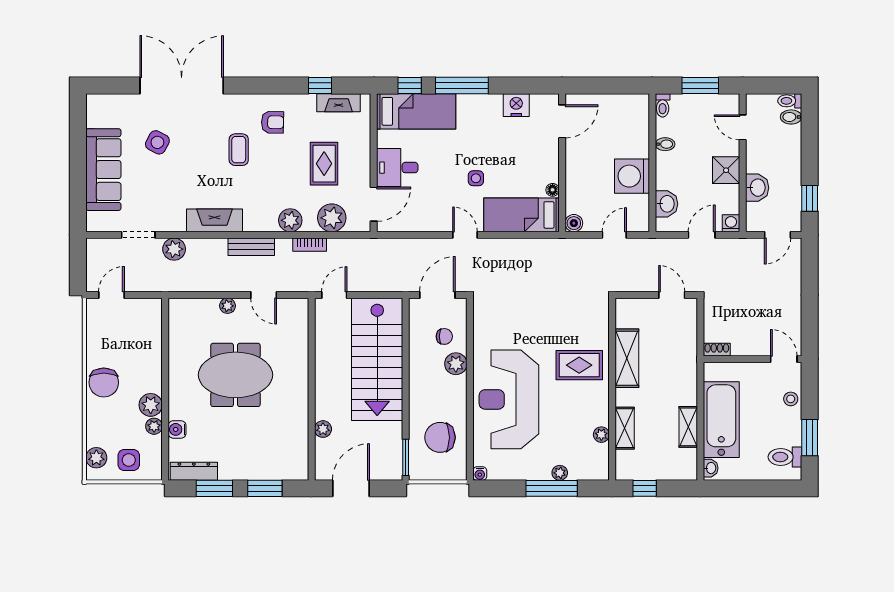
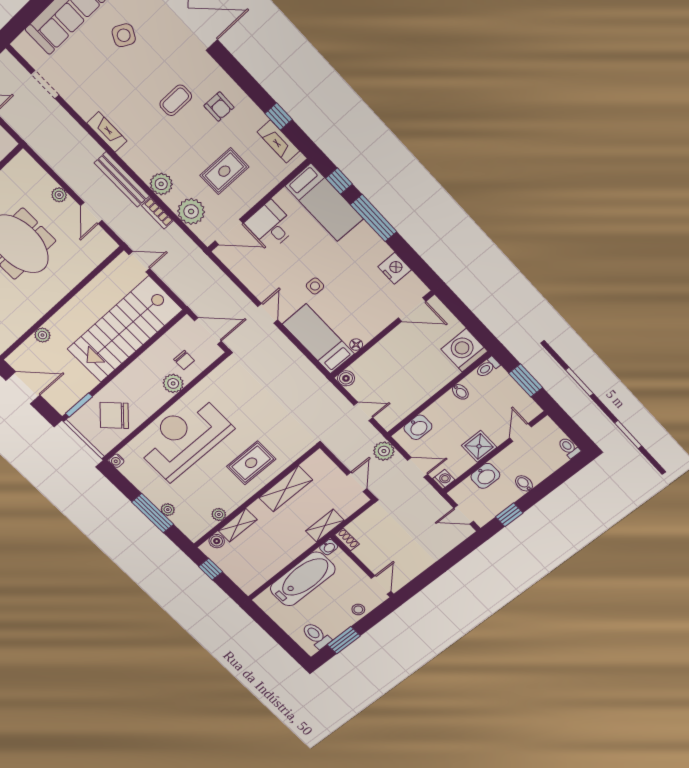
bidet: (791, 117) -> (524, 483), moved
washing machine: (632, 176) -> (464, 350), moved
fireplace: (215, 220) -> (107, 132), width x0.73, depth x0.76
bench: (251, 247) -> (122, 179), width x1.36
plant: (174, 249) -> (384, 451), moved
rug: (579, 365) -> (251, 463), turned 90
shelving: (688, 427) -> (325, 526), moved
chair: (440, 437) -> (114, 415), turned -46
boiler: (624, 459) -> (217, 541), added
washbasin: (711, 468) -> (329, 547), moved

